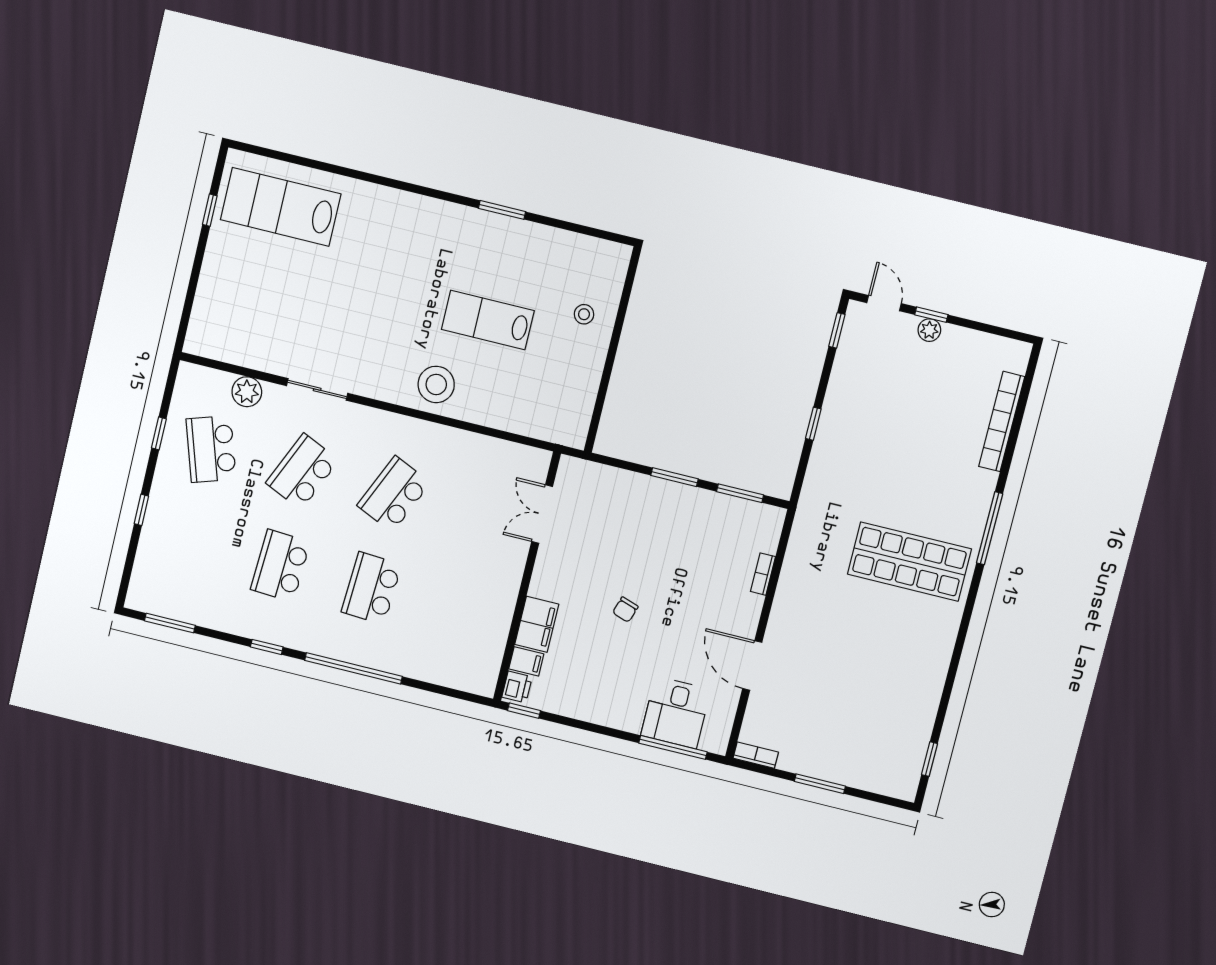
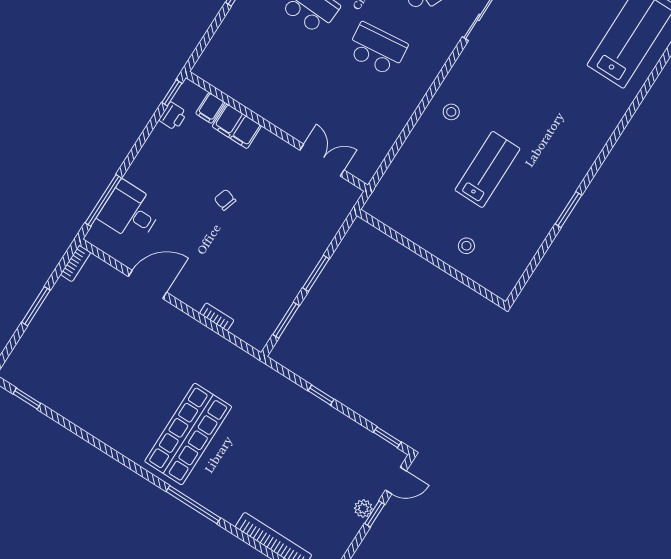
stool: (436, 384) -> (451, 112), width x0.53, depth x0.53
school desk: (394, 494) -> (377, 49), turned -30
printer: (517, 687) -> (173, 116), moved, turned -90

